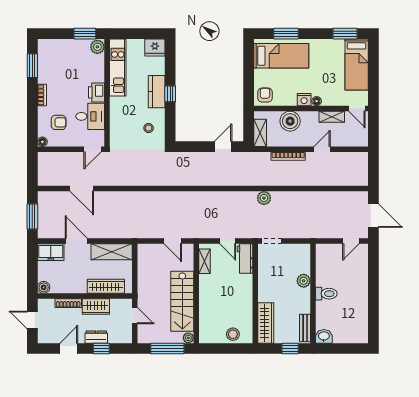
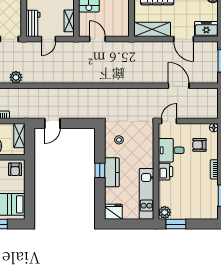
door: (228, 241) -> (48, 39), swing flipped

